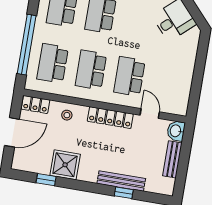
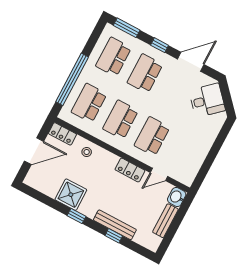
door: (150, 113) -> (159, 174), swing flipped
locker: (110, 118) -> (130, 170), width x0.66
window: (46, 180) -> (76, 216), moved

